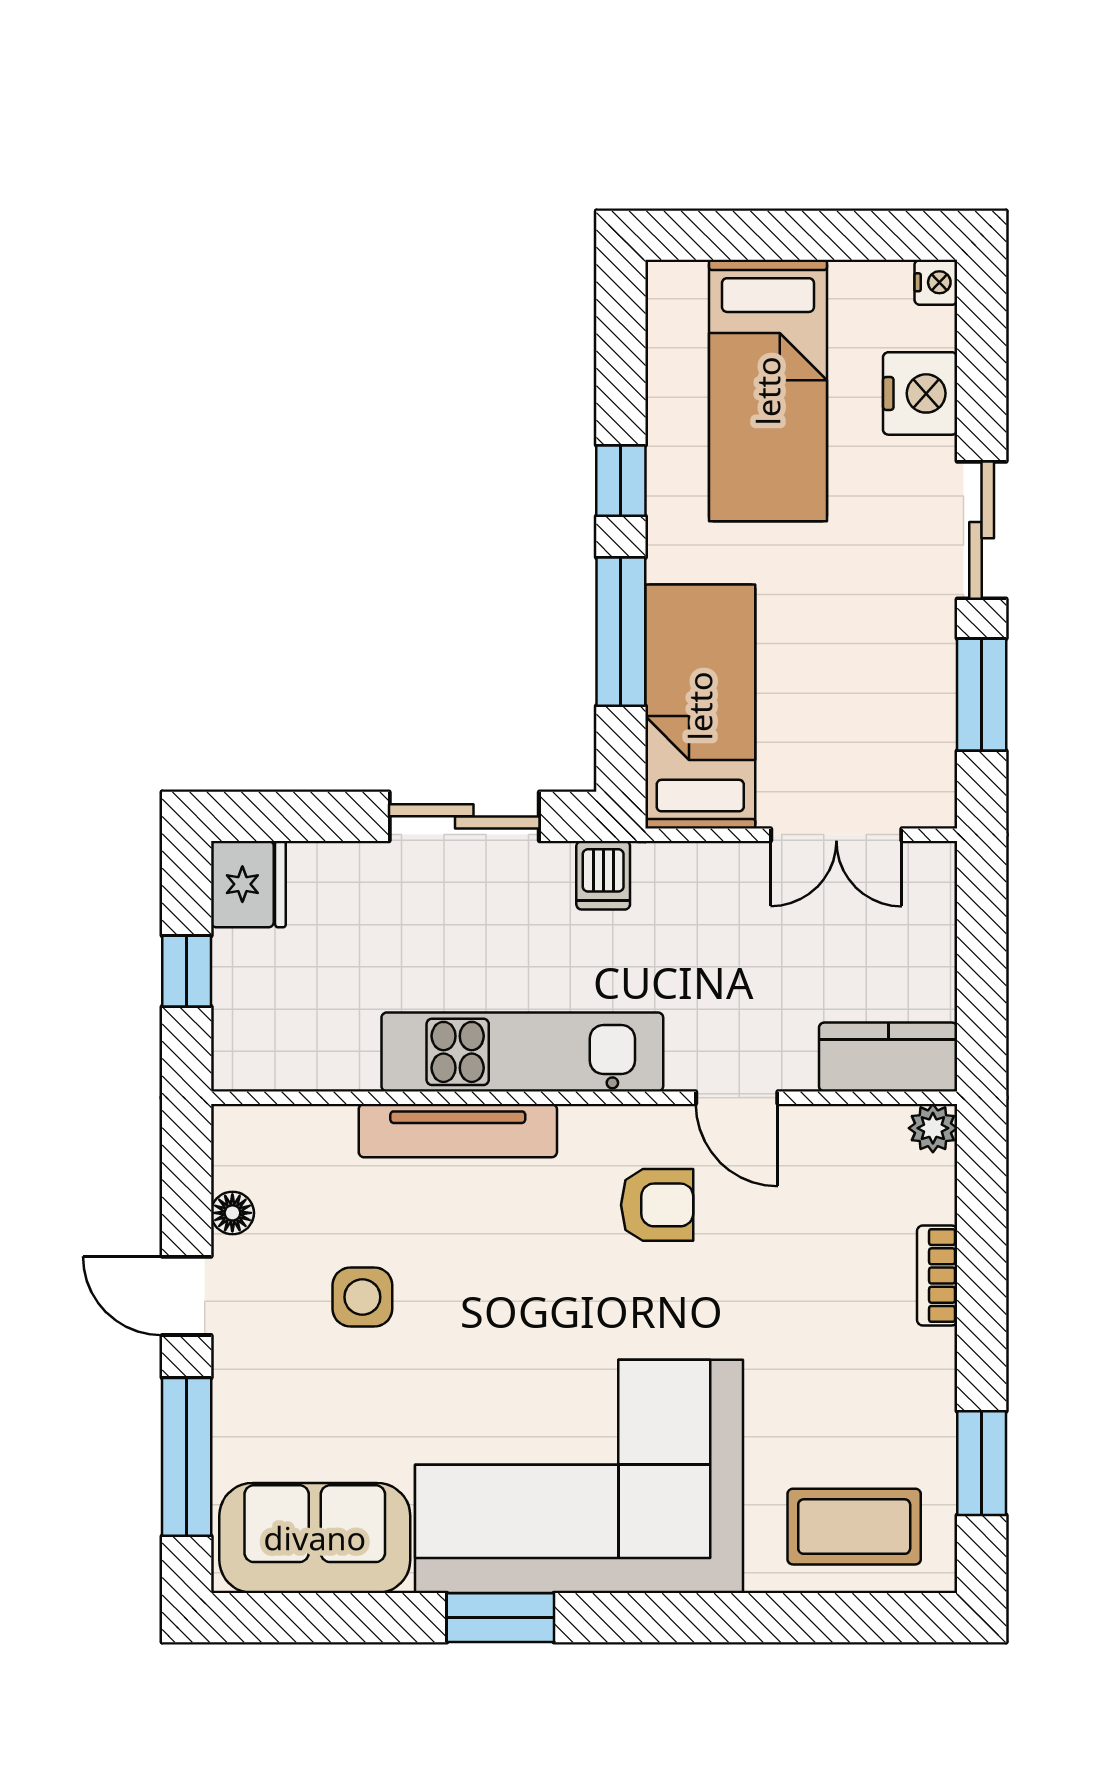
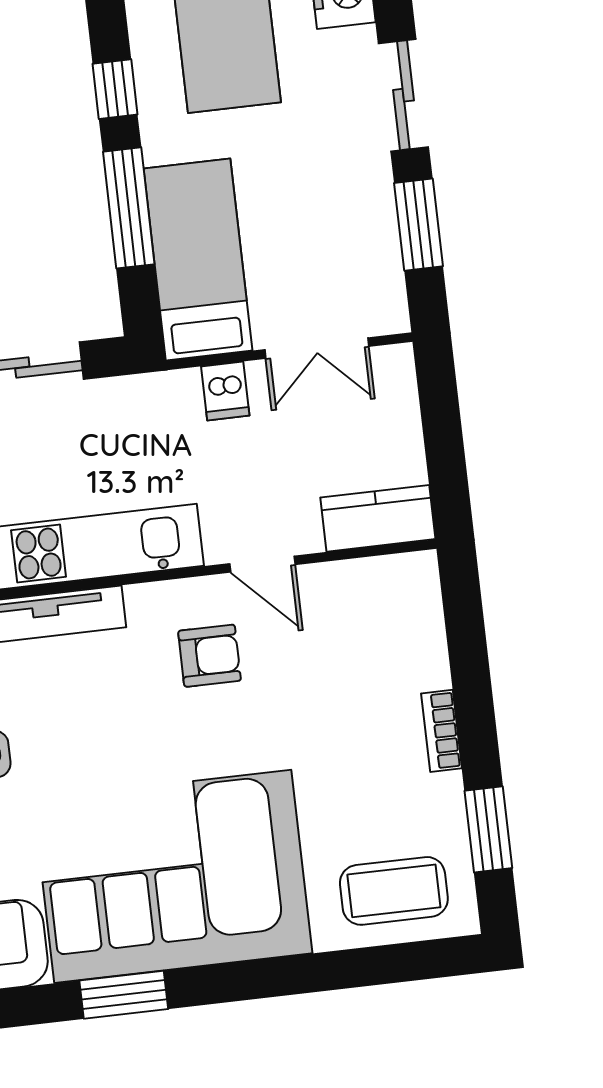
dishwasher: (603, 875) -> (225, 391), moved
plant: (933, 1128) -> (419, 570), removed
bookcase: (937, 1276) -> (442, 731), moved

